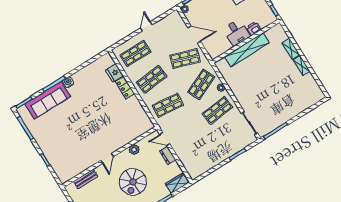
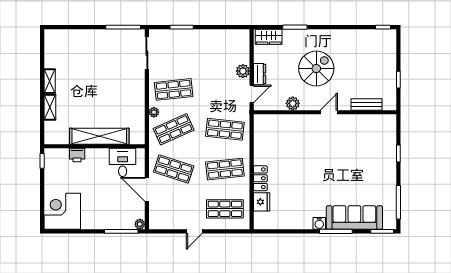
desk: (237, 33) -> (123, 162), moved
door: (165, 139) -> (252, 94), hinge flipped
plant: (180, 150) -> (243, 71), added

